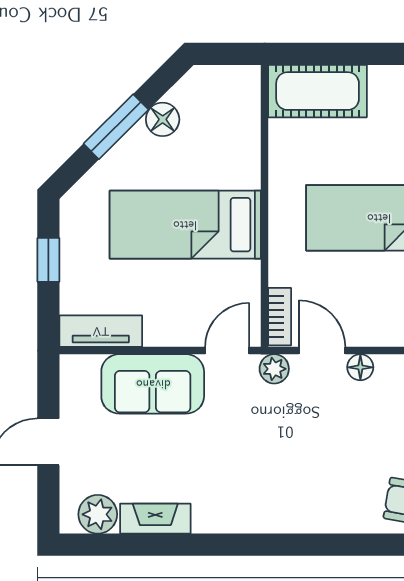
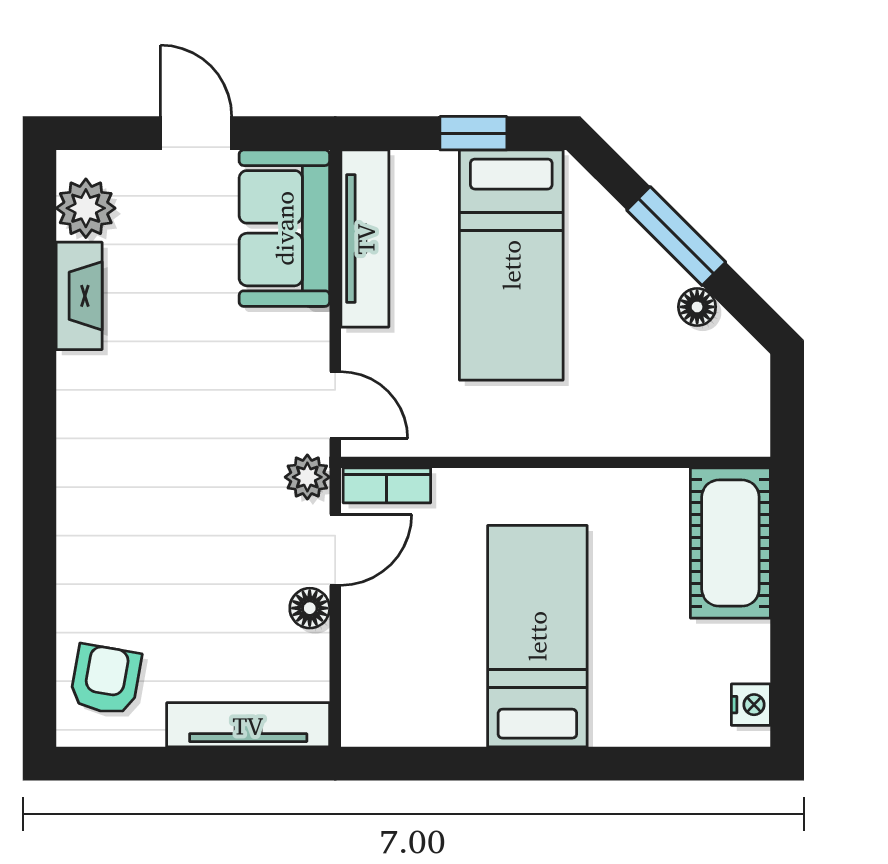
floor lamp: (163, 119) -> (697, 307), width x0.73, depth x0.73
bed: (185, 225) -> (511, 265), moved, turned 180
tv unit: (101, 331) -> (365, 239), width x1.41
sofa: (153, 384) -> (284, 228), moved

